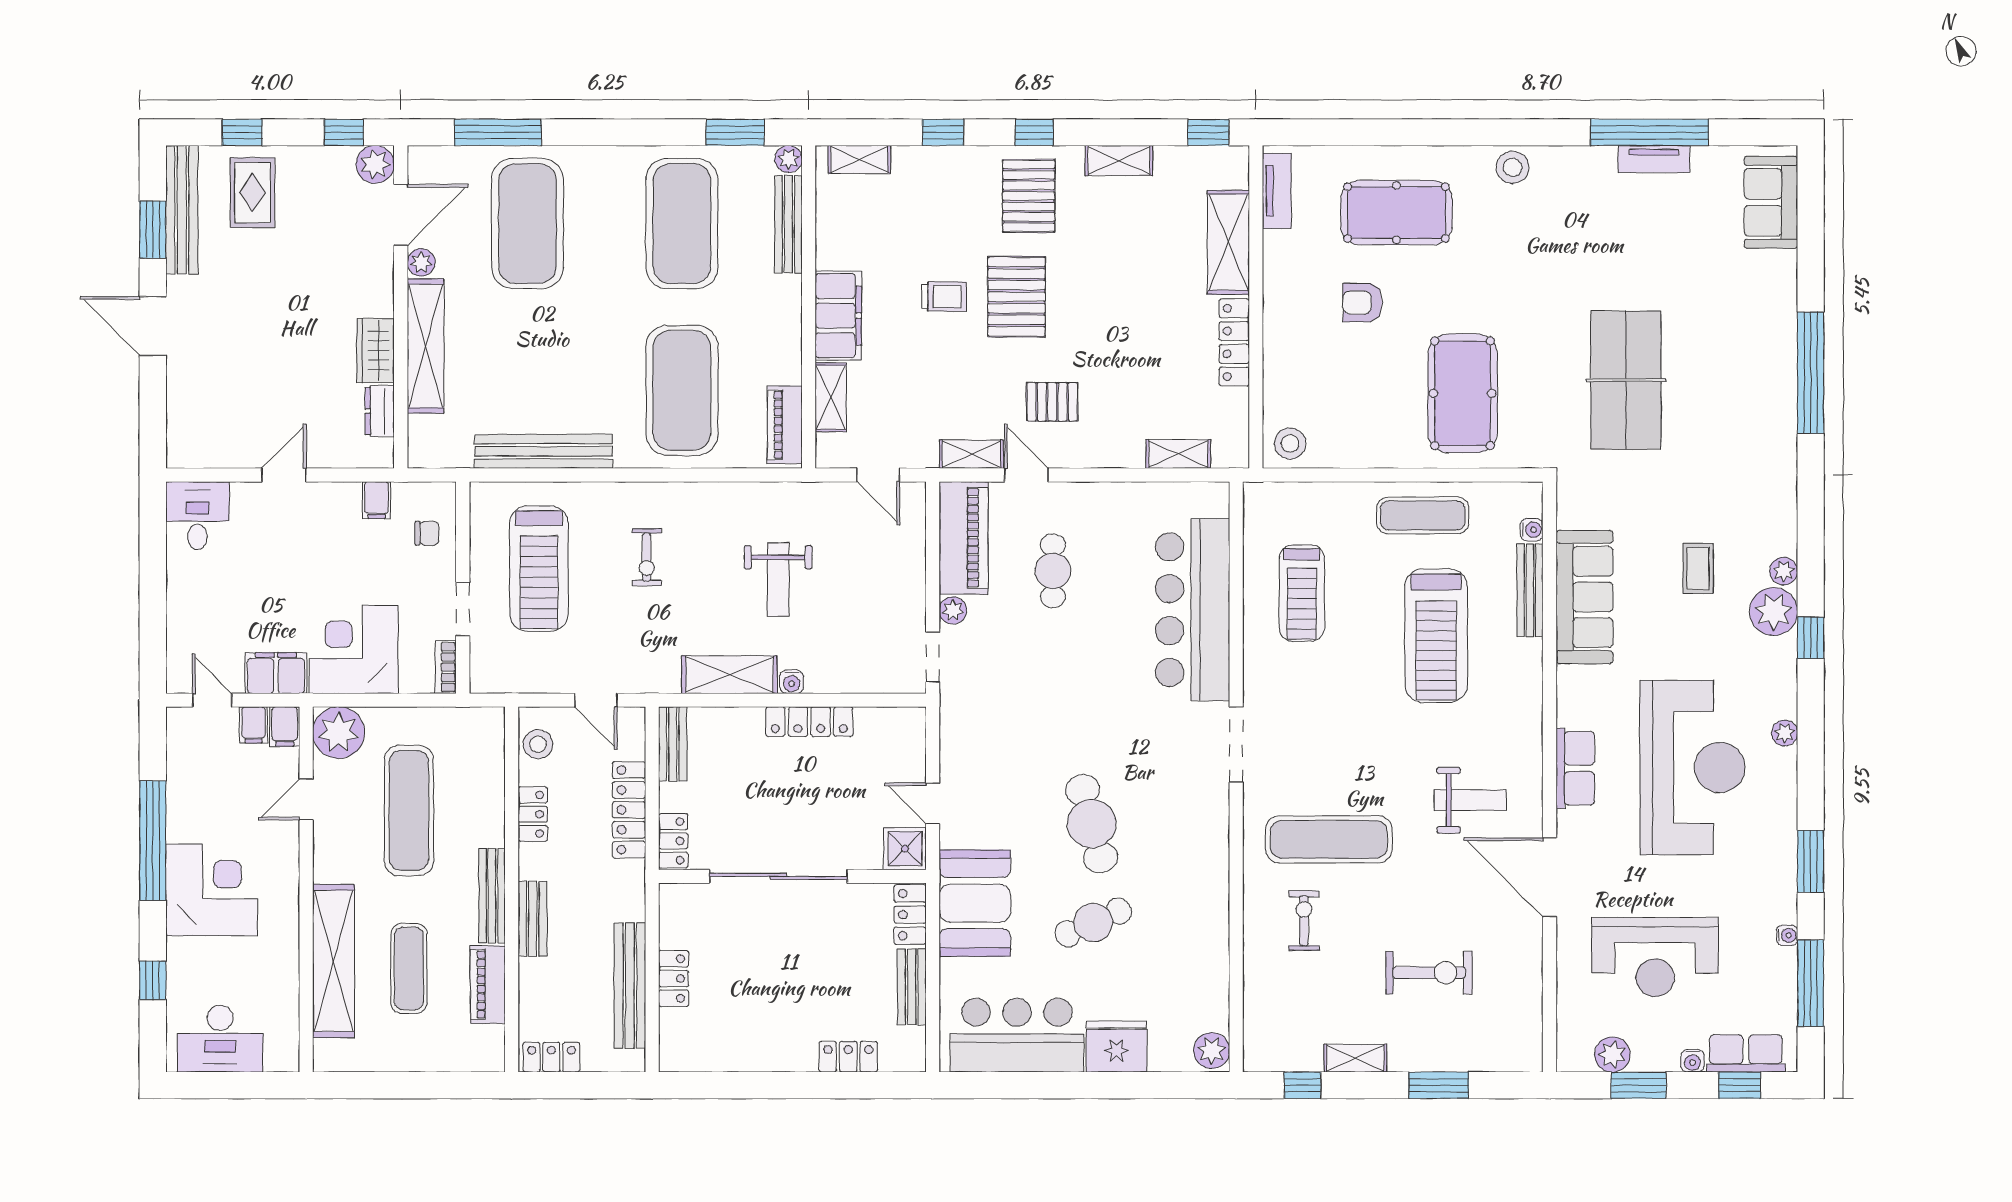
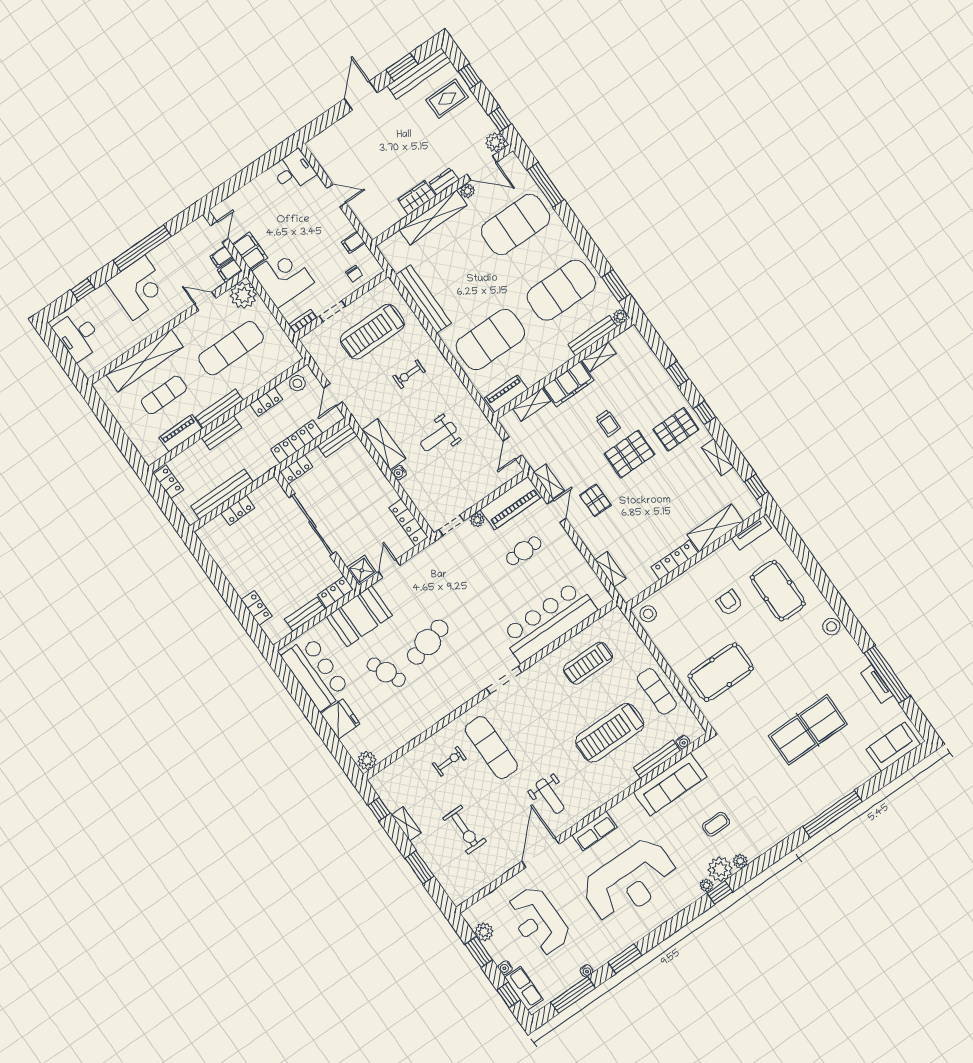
shelving: (859, 159) -> (599, 357), moved, turned 90
table tennis table: (1626, 380) -> (808, 730), moved
dresser: (380, 411) -> (443, 181), moved
locker: (809, 722) -> (409, 522), moved
plant: (1785, 733) -> (706, 885), moved

